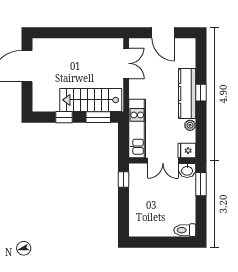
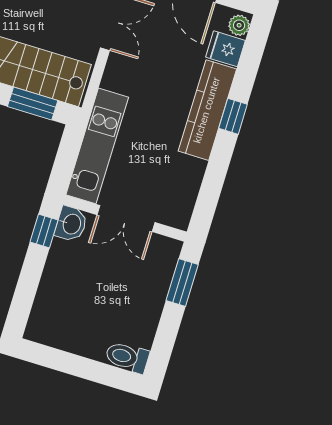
plant: (190, 125) -> (239, 25), moved
fridge: (187, 151) -> (225, 49), moved
washbasin: (187, 170) -> (71, 224), moved, turned -90

